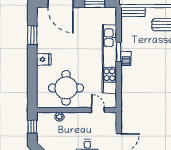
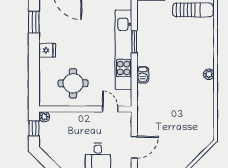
barbecue: (126, 59) -> (143, 75), moved
round table: (66, 88) -> (73, 83), width x0.73, depth x0.73
plant: (59, 117) -> (44, 117), moved

